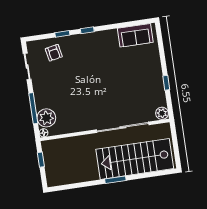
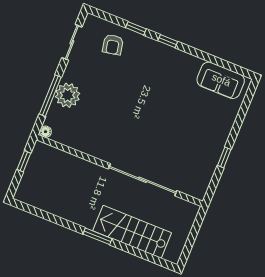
plant: (162, 113) -> (198, 190), removed
plant: (46, 118) -> (68, 95), moved
stairs: (135, 159) -> (132, 232), width x0.73, depth x0.66

